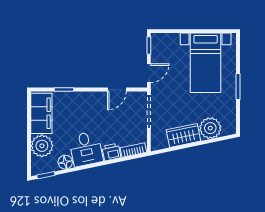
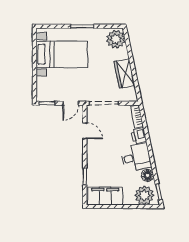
door: (149, 73) -> (71, 103), swing flipped
plant: (210, 128) -> (116, 39), moved
plant: (42, 146) -> (144, 195), moved

